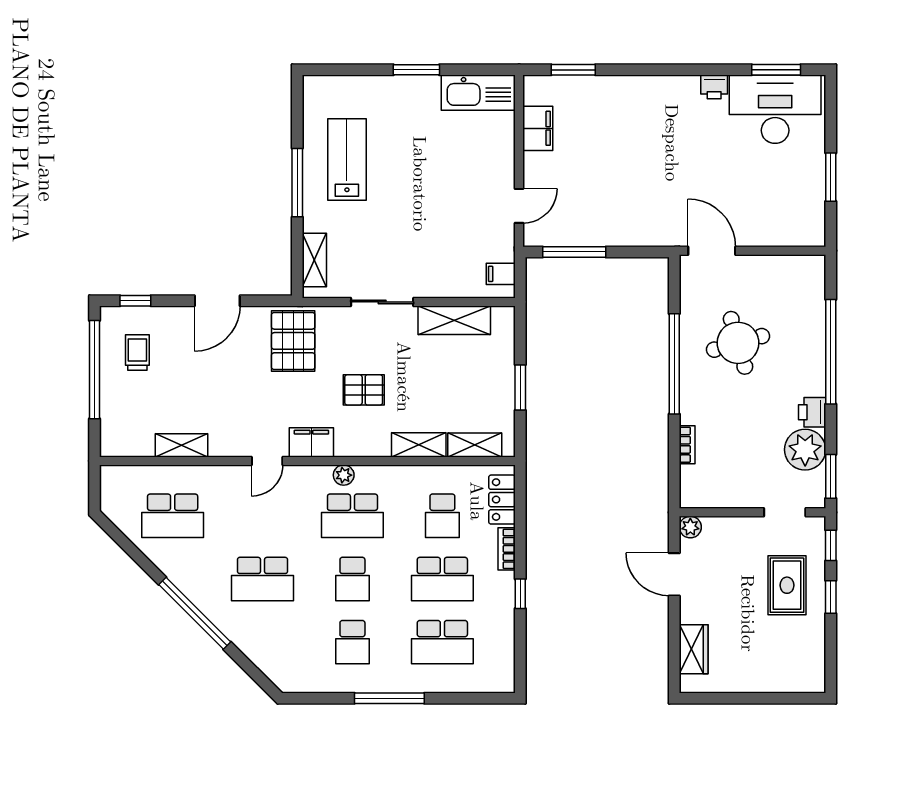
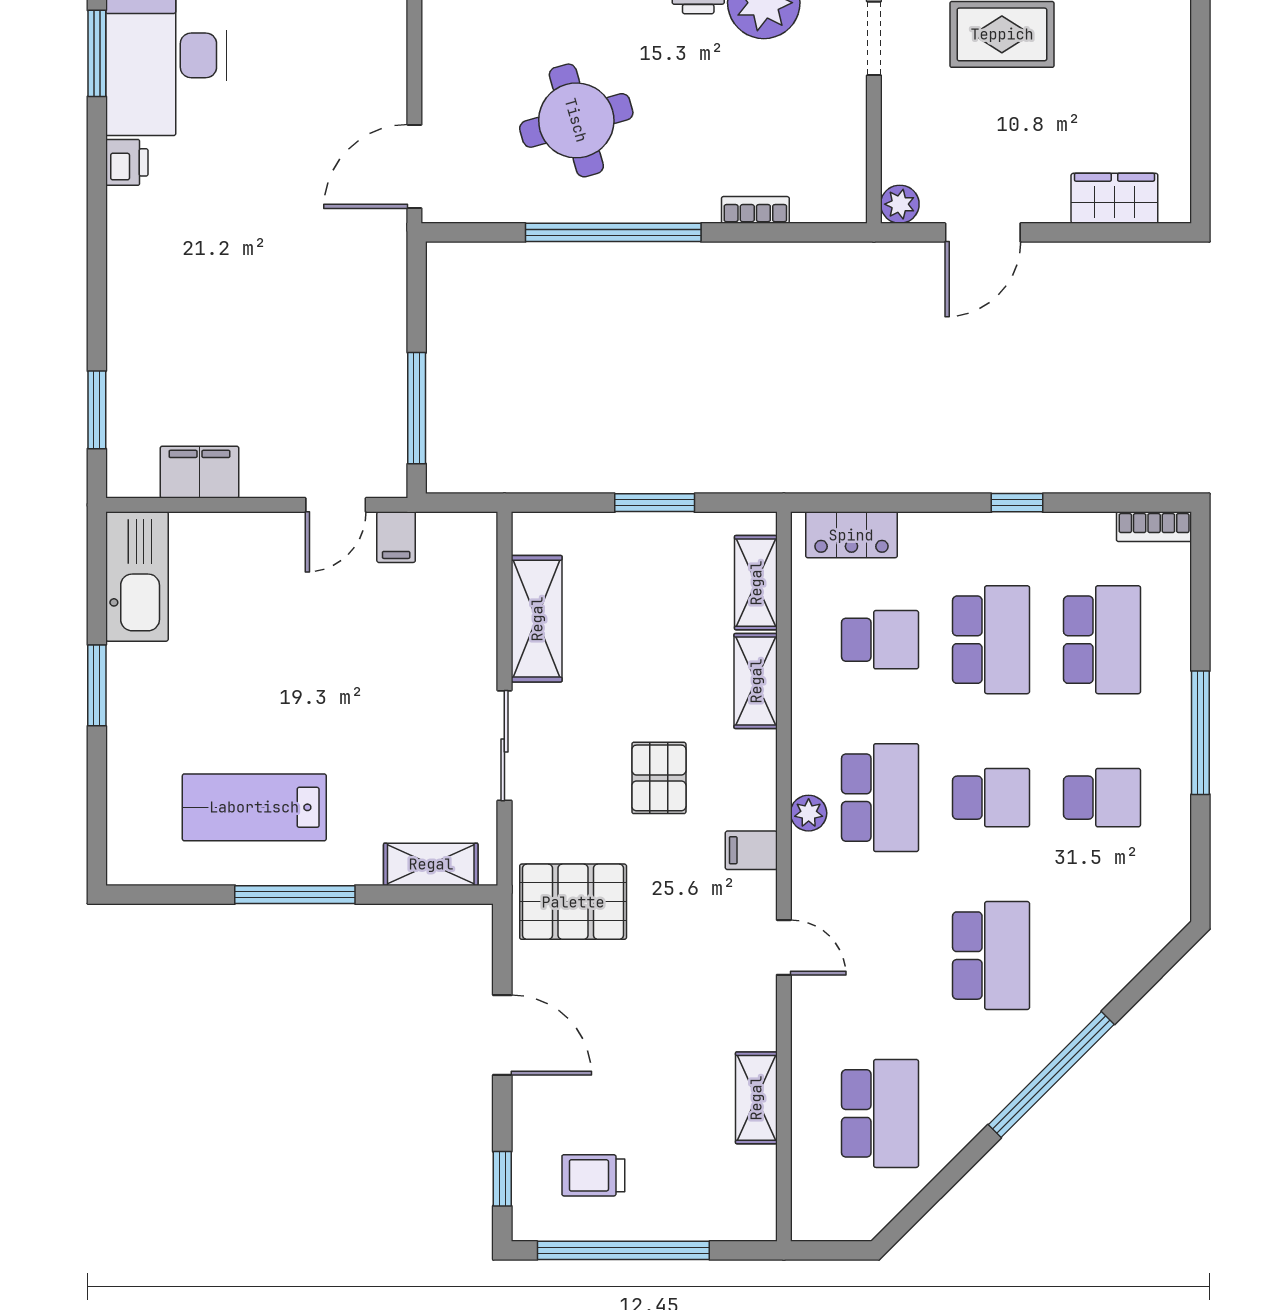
door: (519, 206) -> (336, 505), swing flipped
filing cabinet: (501, 274) -> (396, 537), moved
filing cabinet: (311, 442) -> (751, 850), width x0.50
bookcase: (507, 549) -> (1154, 527), moved

